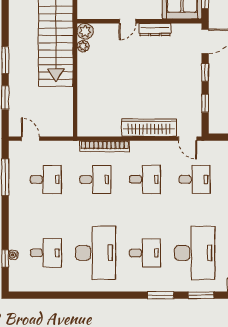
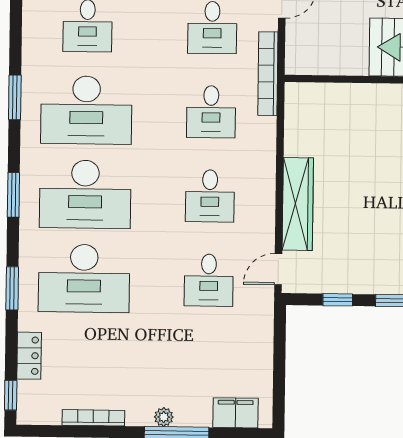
bookcase: (105, 146) -> (268, 74), moved
desk: (145, 253) -> (85, 194), width x1.87, depth x1.30
window: (89, 295) -> (15, 97), added
window: (161, 295) -> (13, 195), moved

